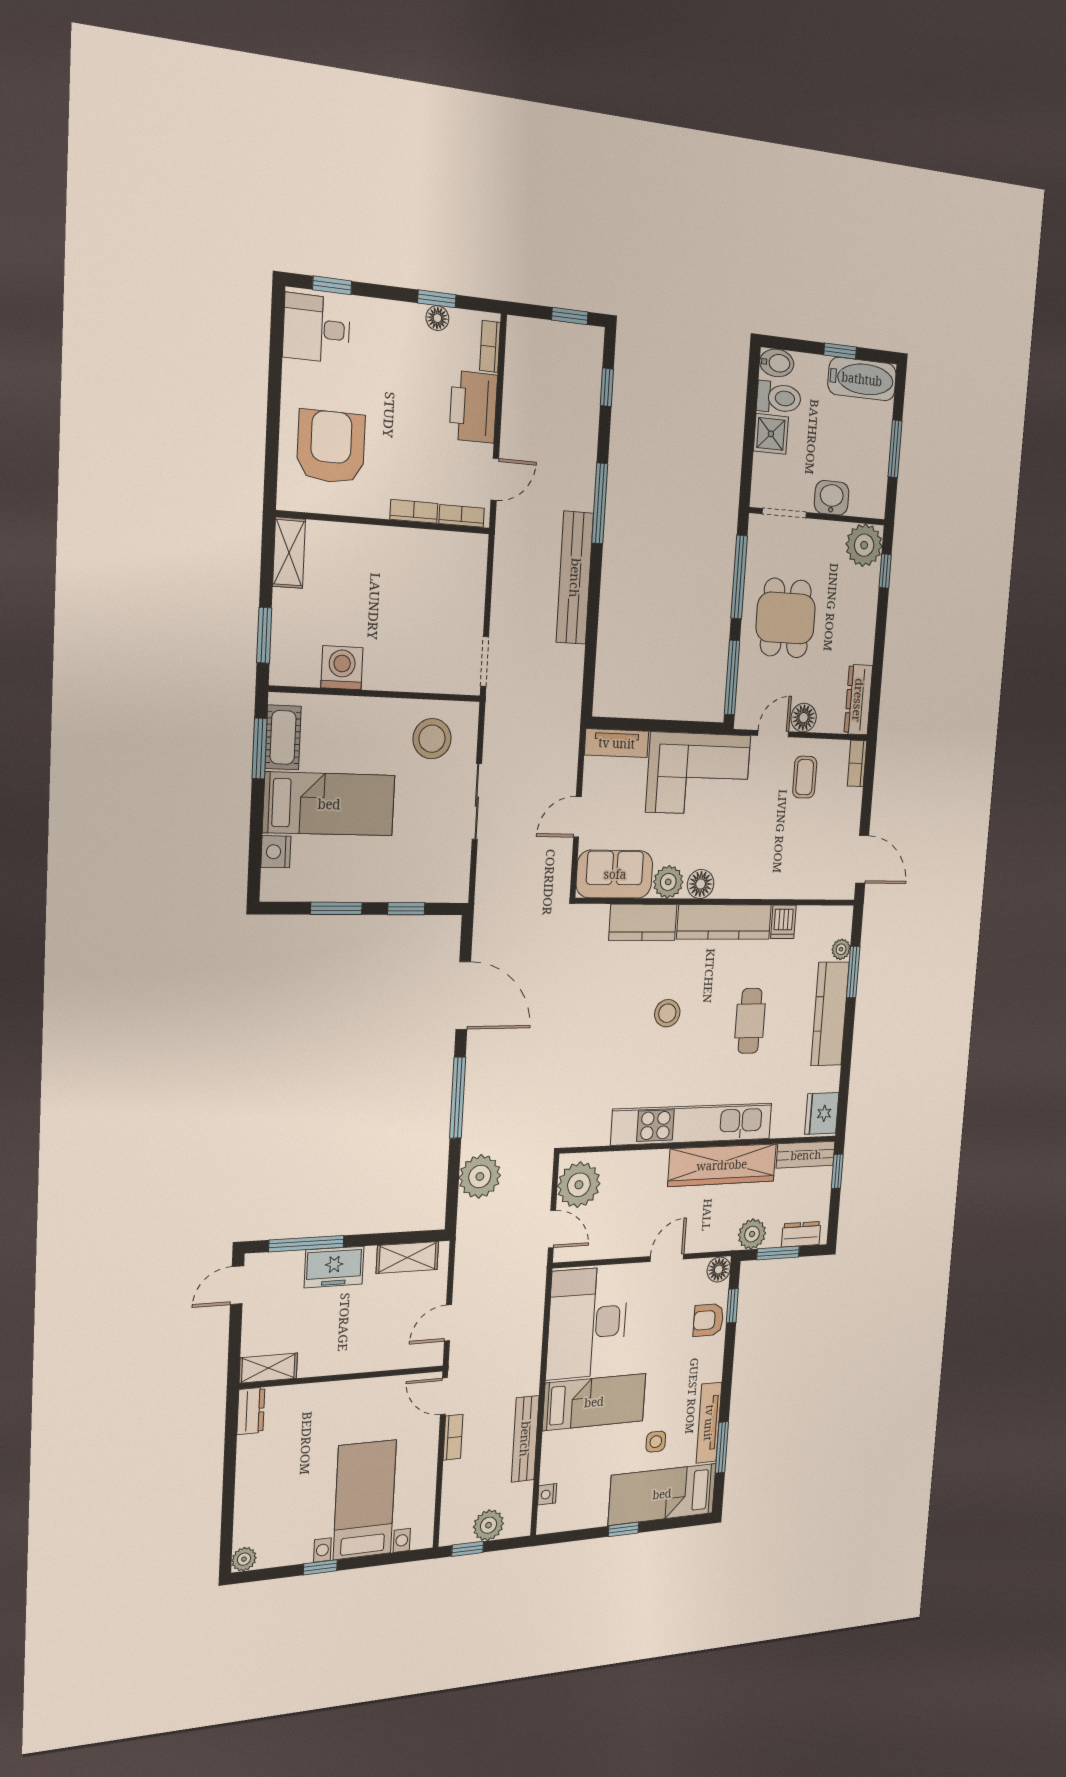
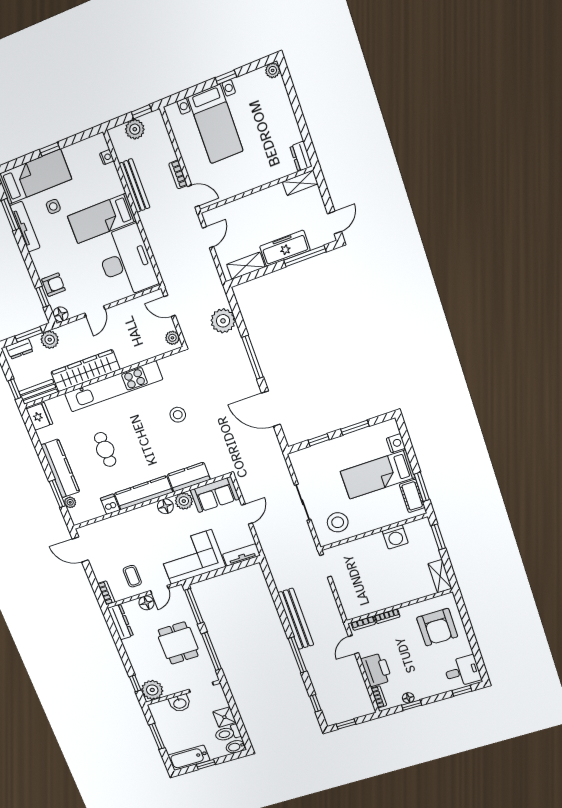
stool: (667, 1013) -> (178, 415), moved
plant: (579, 1185) -> (172, 338), width x0.53, depth x0.53
freezer: (334, 1267) -> (285, 248), width x1.40

